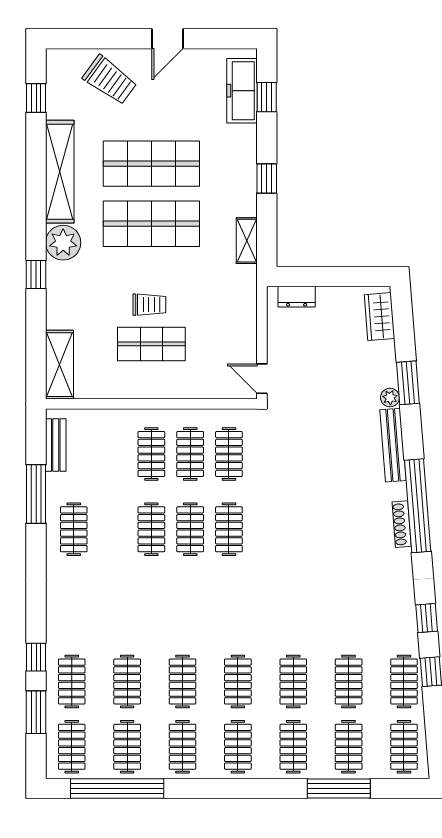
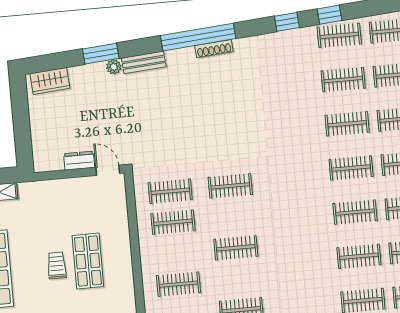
dresser: (297, 297) -> (79, 161), moved, turned -90
door: (262, 379) -> (108, 170), swing flipped
bench: (393, 445) -> (144, 62), width x0.73
clothes rail: (151, 454) -> (179, 284), moved
clothes rail: (190, 529) -> (233, 217), removed

